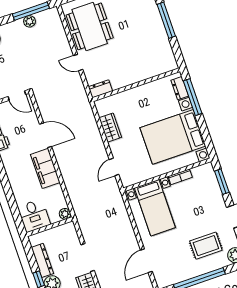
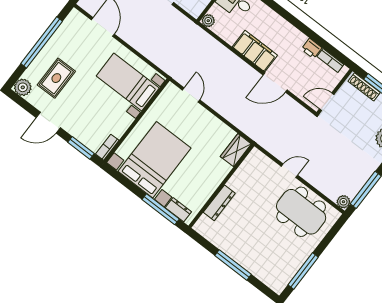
plant: (30, 21) -> (343, 202), moved
dresser: (100, 89) -> (219, 203), moved, width x1.44
wardrobe: (110, 128) -> (236, 150), moved, turned 90
bookcase: (180, 177) -> (107, 147), moved

